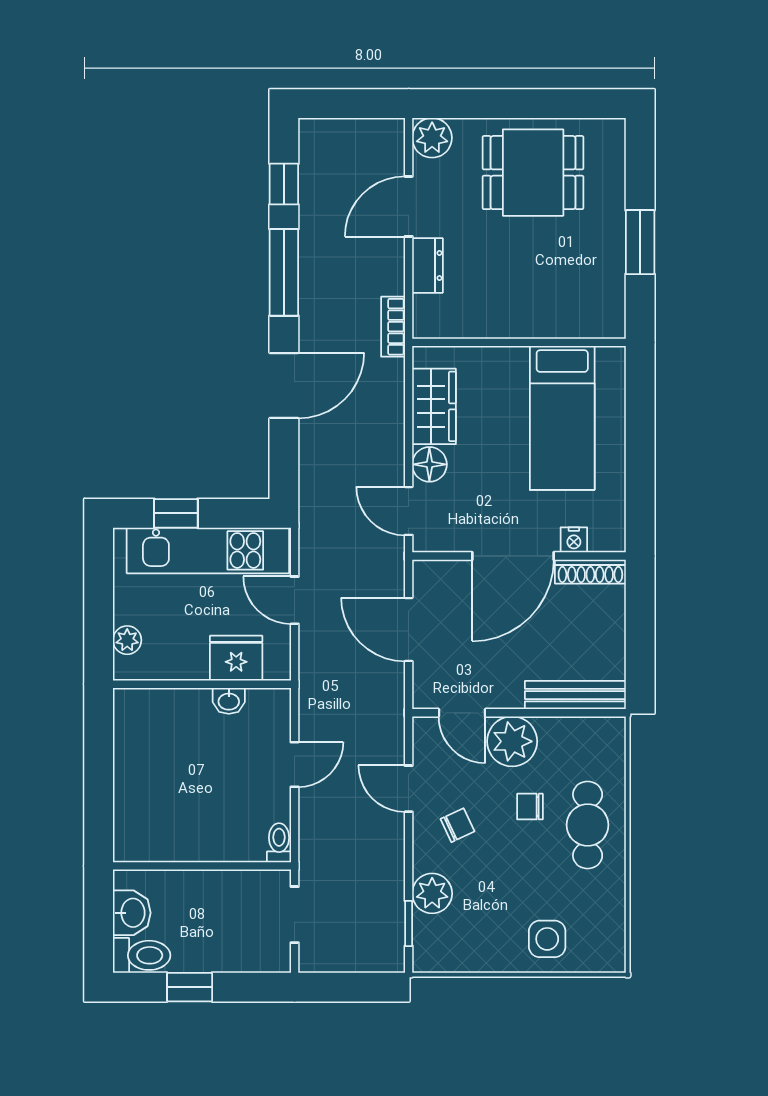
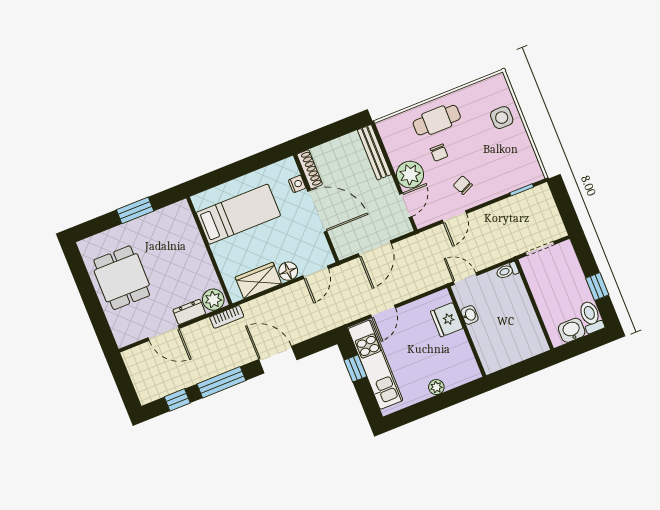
plant: (432, 138) -> (213, 300), moved
window: (176, 513) -> (355, 368), moved
fridge: (236, 658) -> (447, 320), moved
wall: (202, 684) -> (467, 332), moved
washbasin: (229, 701) -> (470, 315), moved
plant: (432, 893) -> (502, 184), removed

